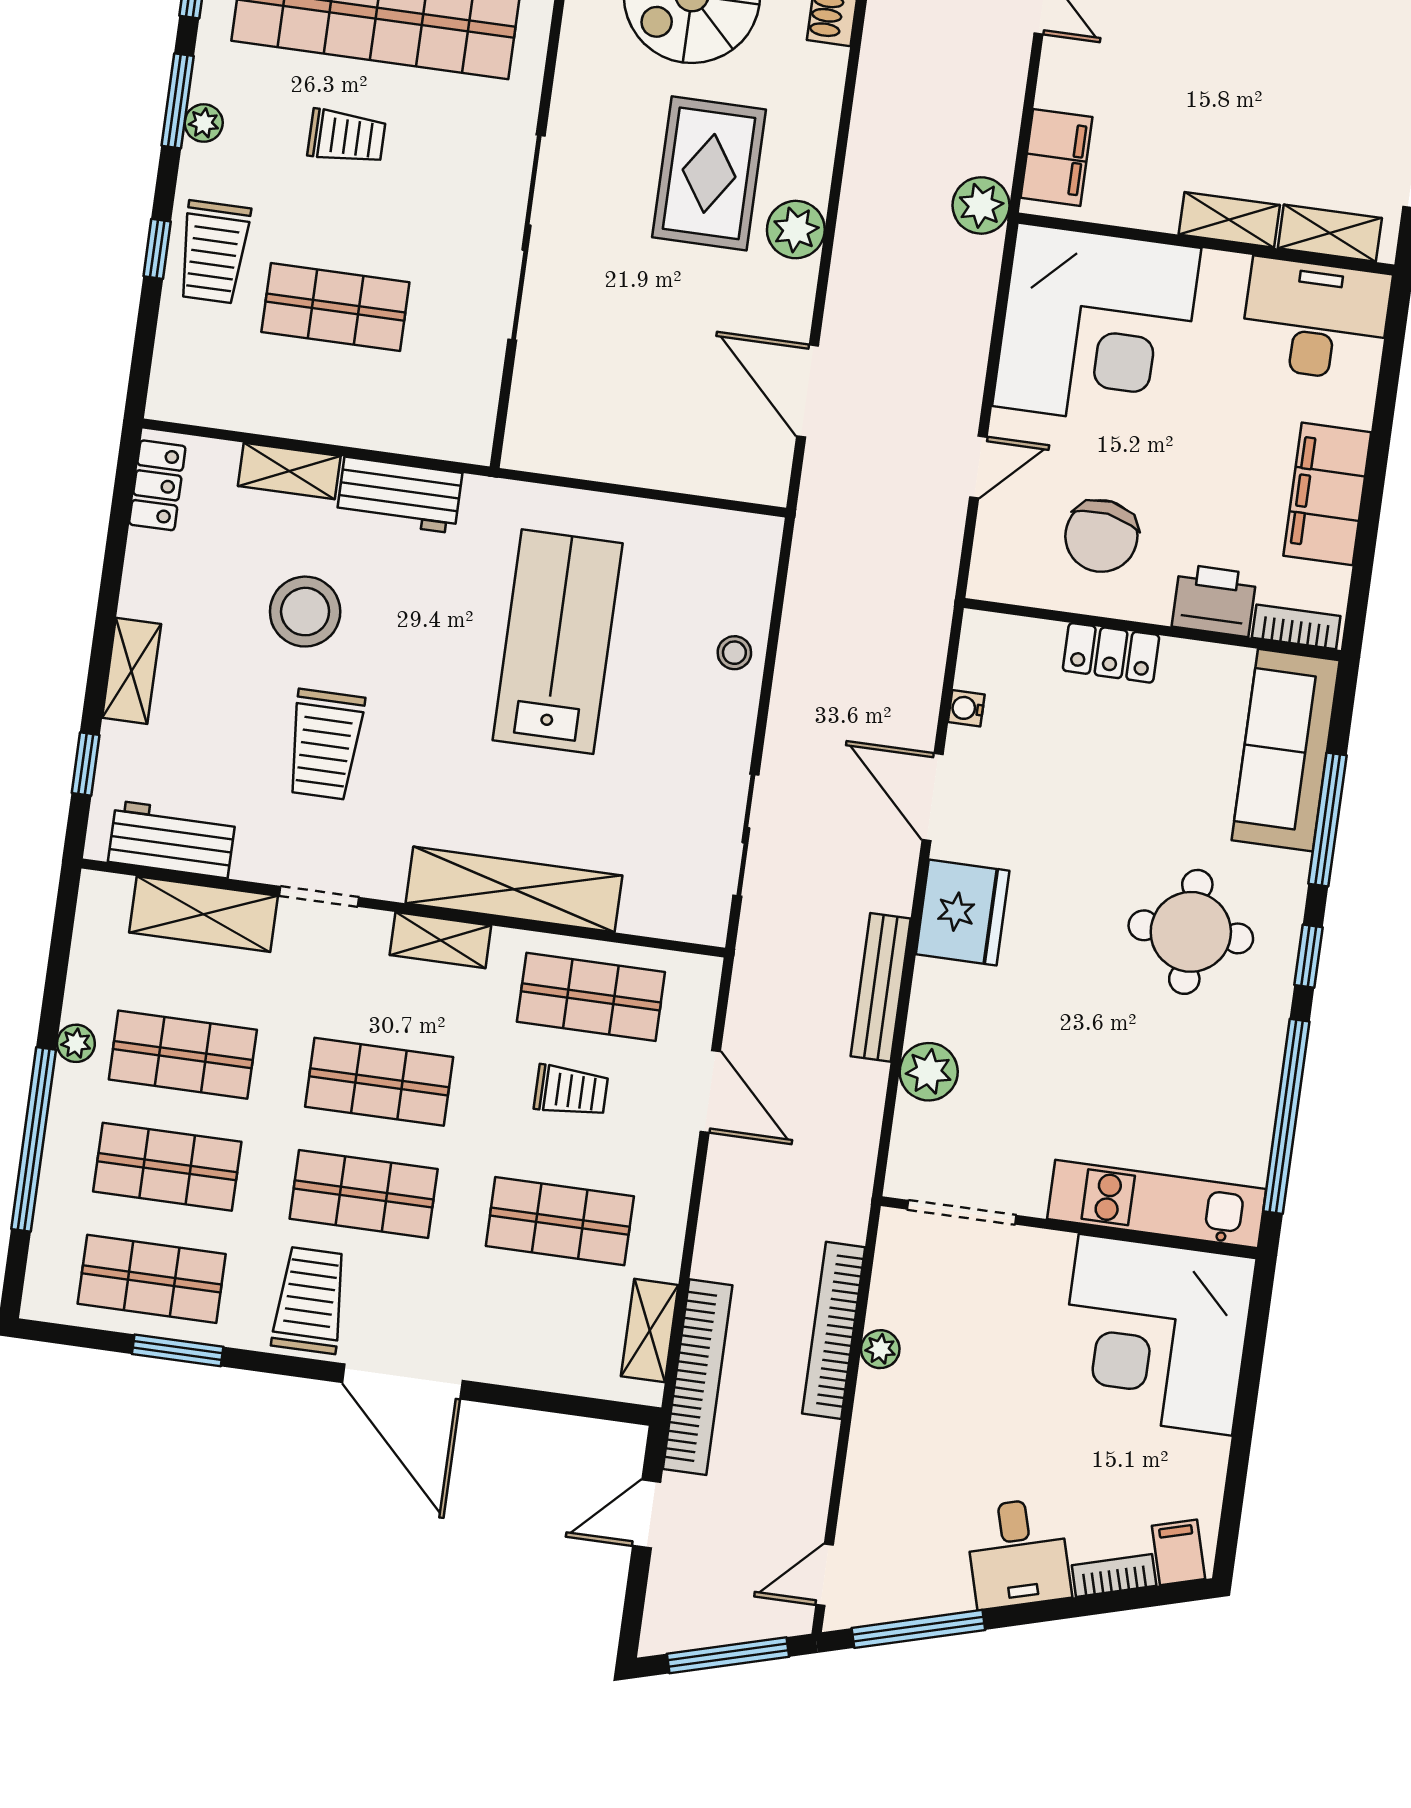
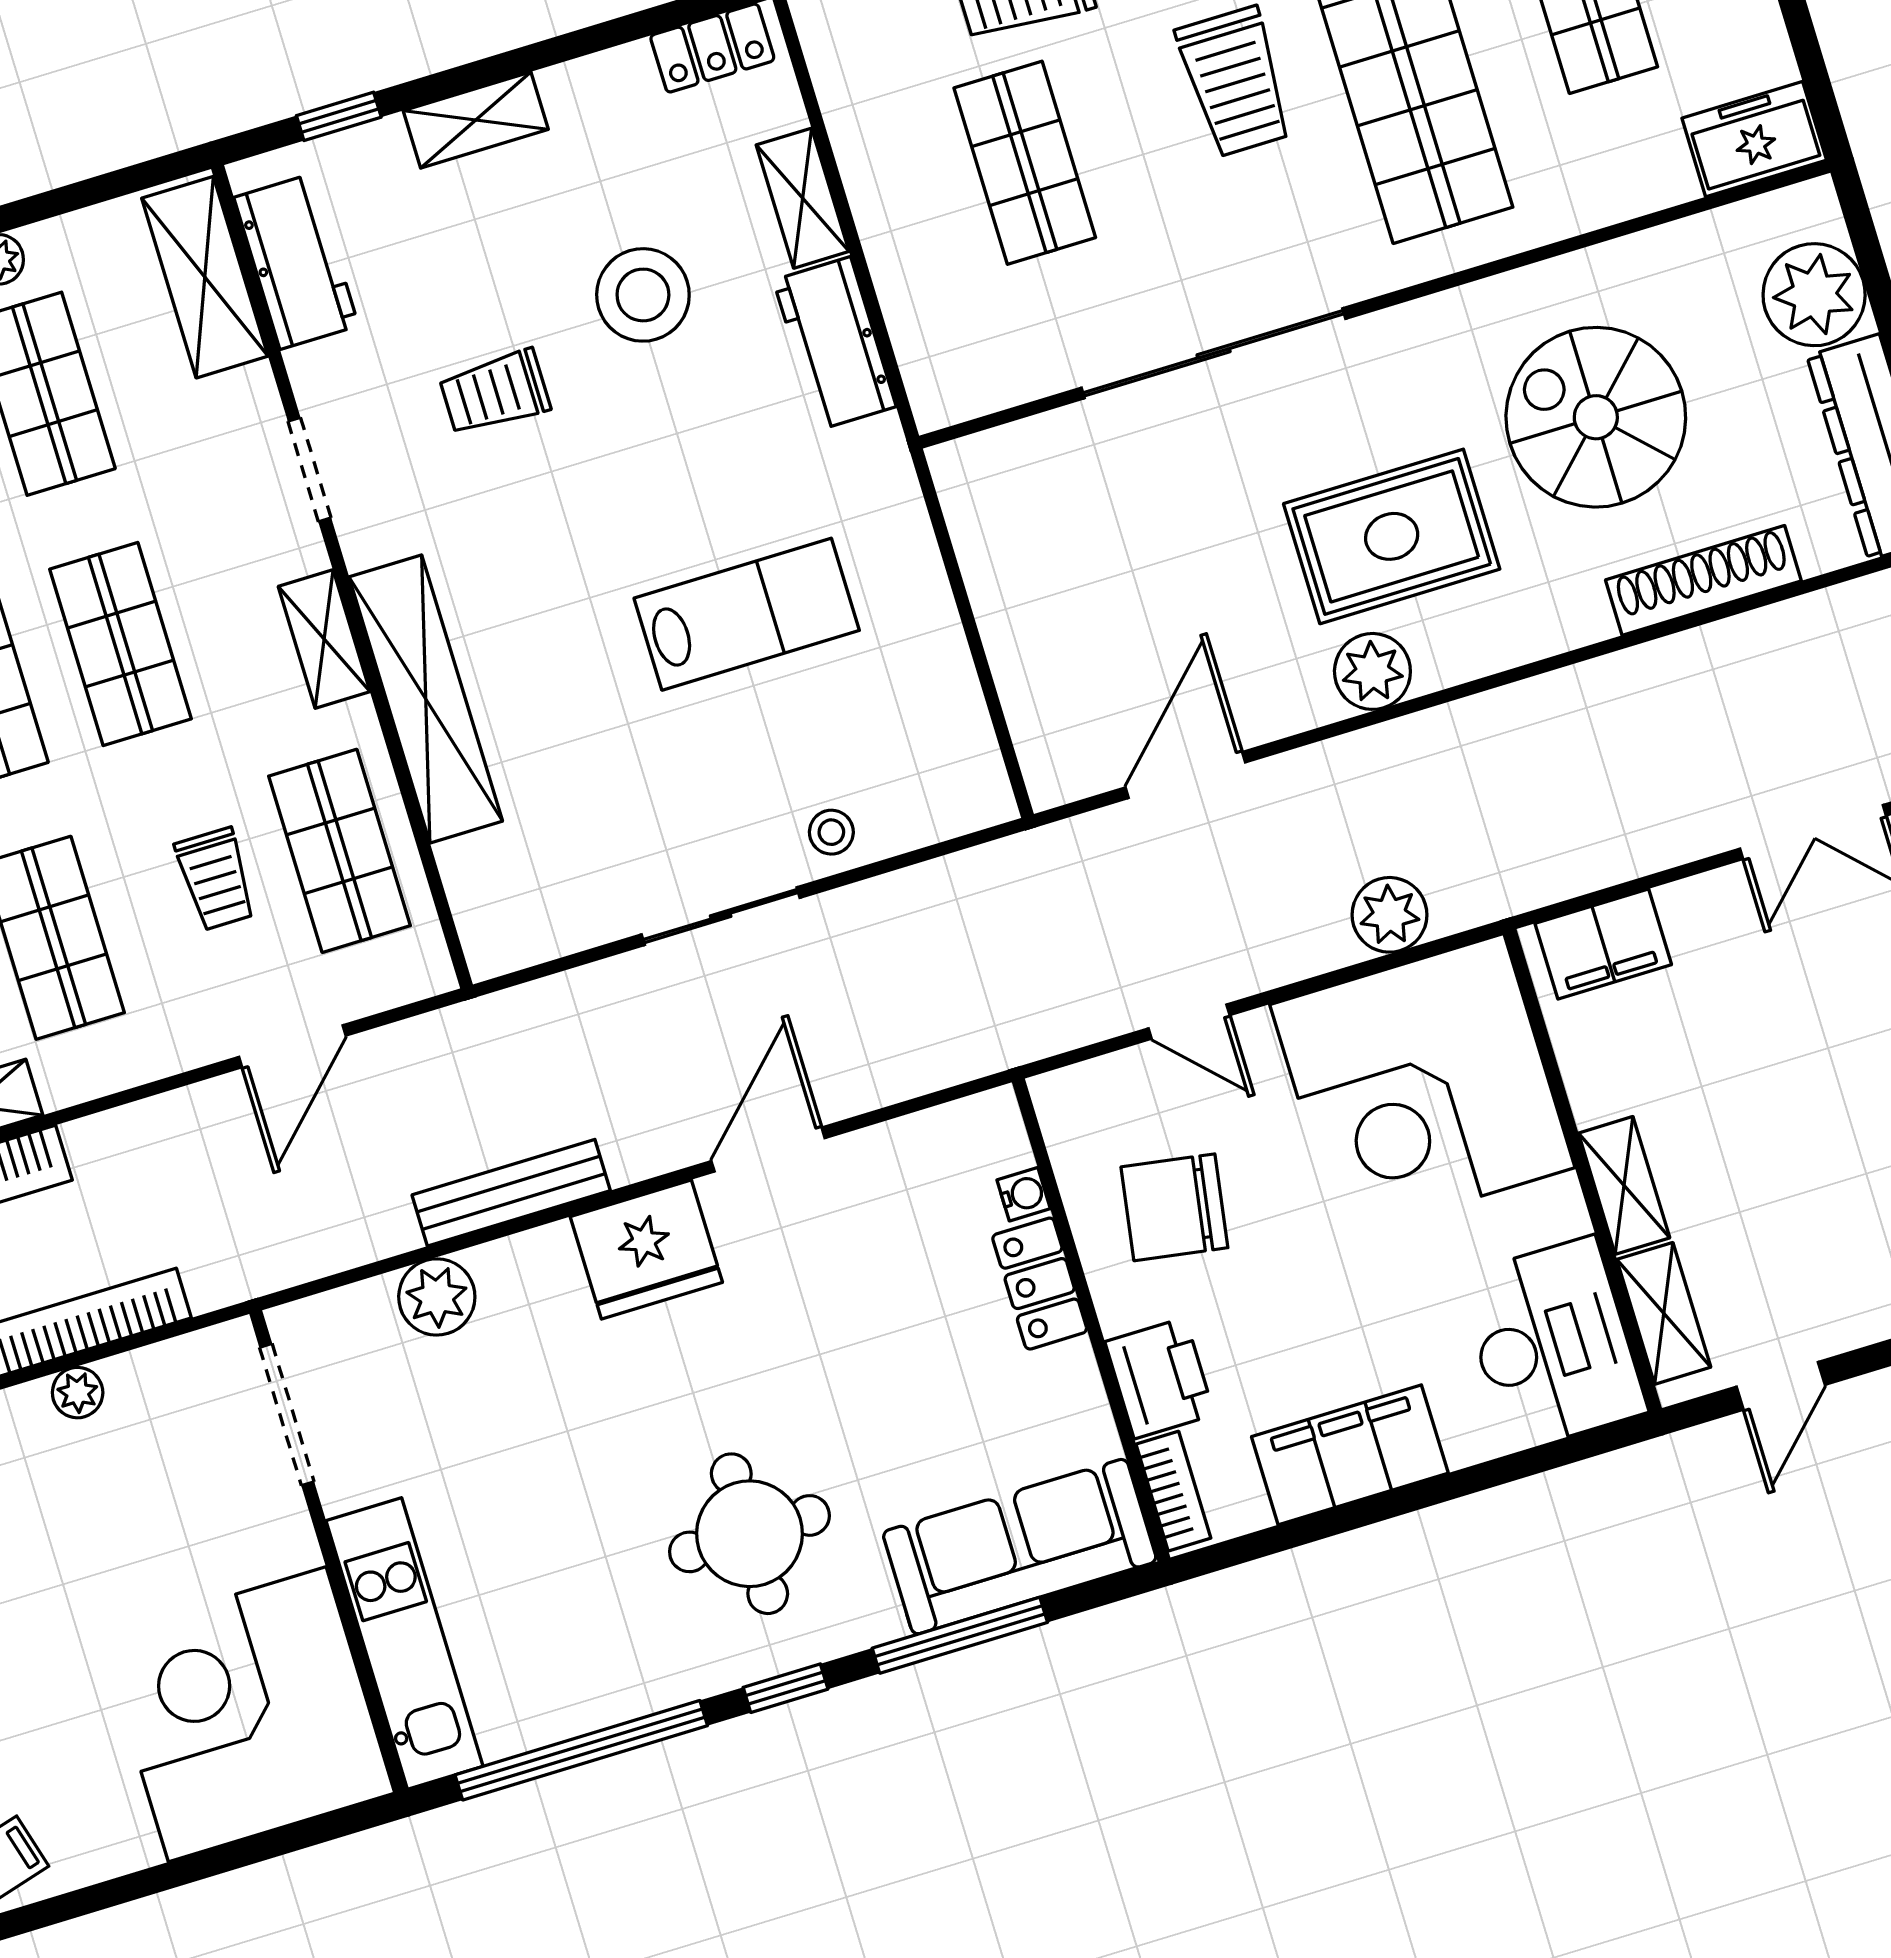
trolley: (347, 137) -> (1235, 82), width x1.36, depth x1.39
plant: (981, 205) -> (1389, 915), moved
lab bench: (558, 642) -> (747, 614), width x0.73, depth x0.72
water cooler: (966, 708) -> (1024, 1194), moved, turned 90
trolley: (325, 744) -> (495, 392), width x0.73, depth x0.72
sliding door: (746, 835) -> (721, 916), moved
shelving: (204, 914) -> (205, 277), moved

